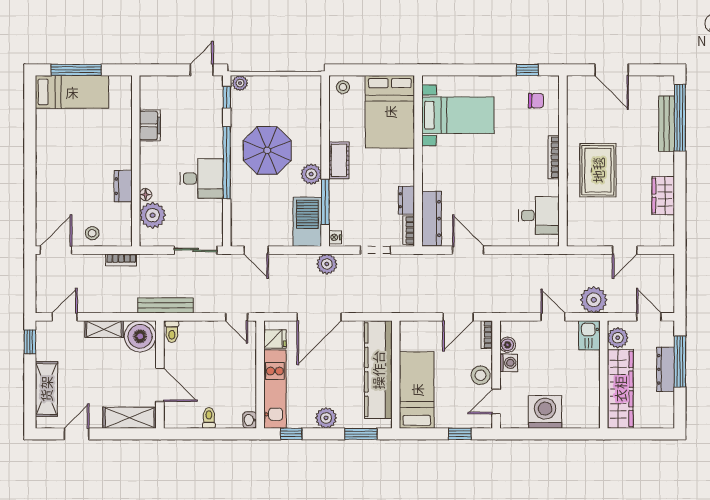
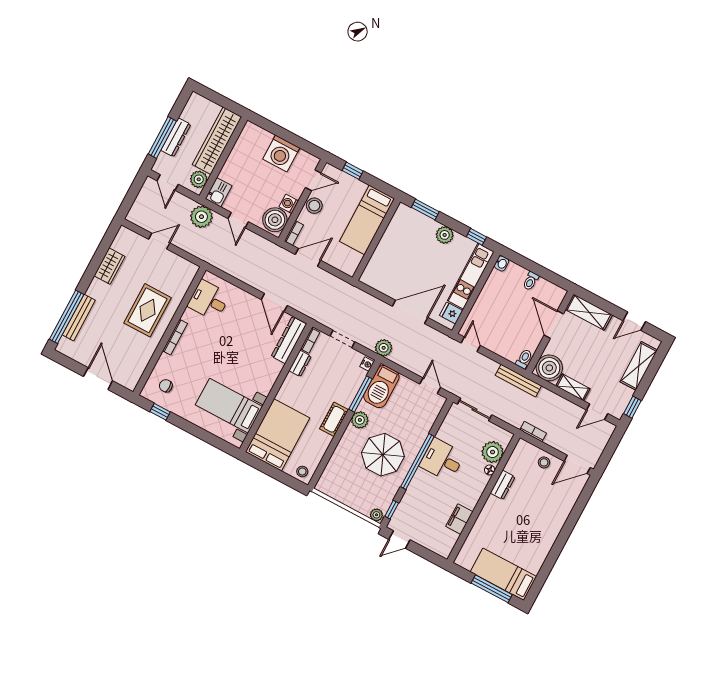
boiler: (508, 345) -> (275, 220), width x1.86, depth x1.86
kitchen counter: (378, 370) -> (387, 250), removed

